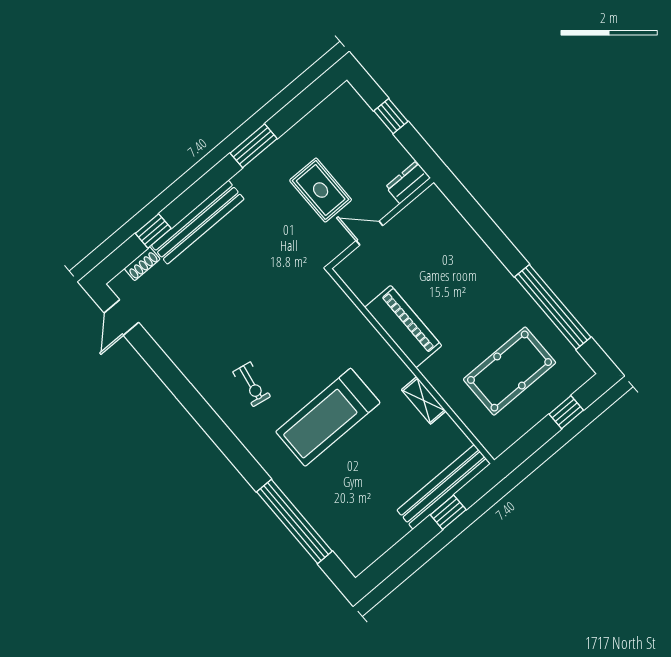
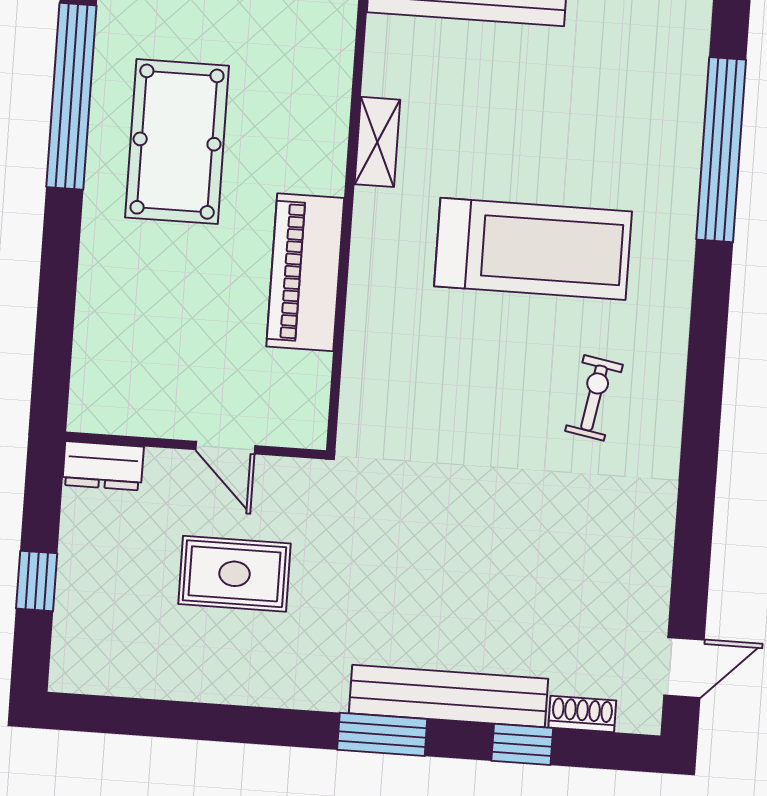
window: (254, 146) -> (382, 734), moved
rug: (321, 190) -> (234, 574), turned 90
pool table: (510, 371) -> (177, 142), moved, turned 90

